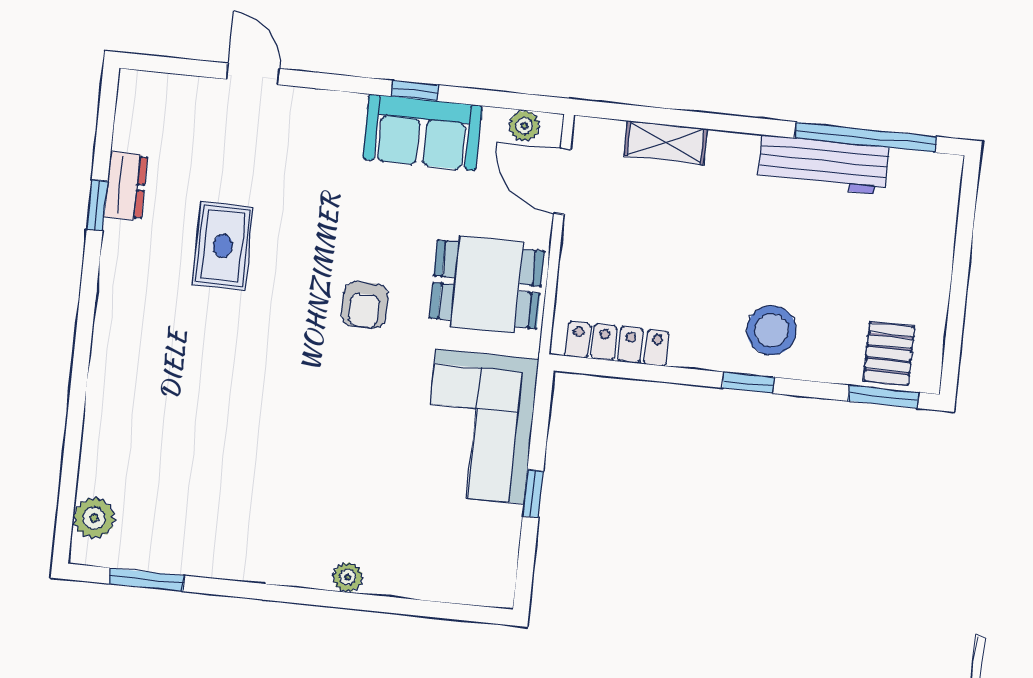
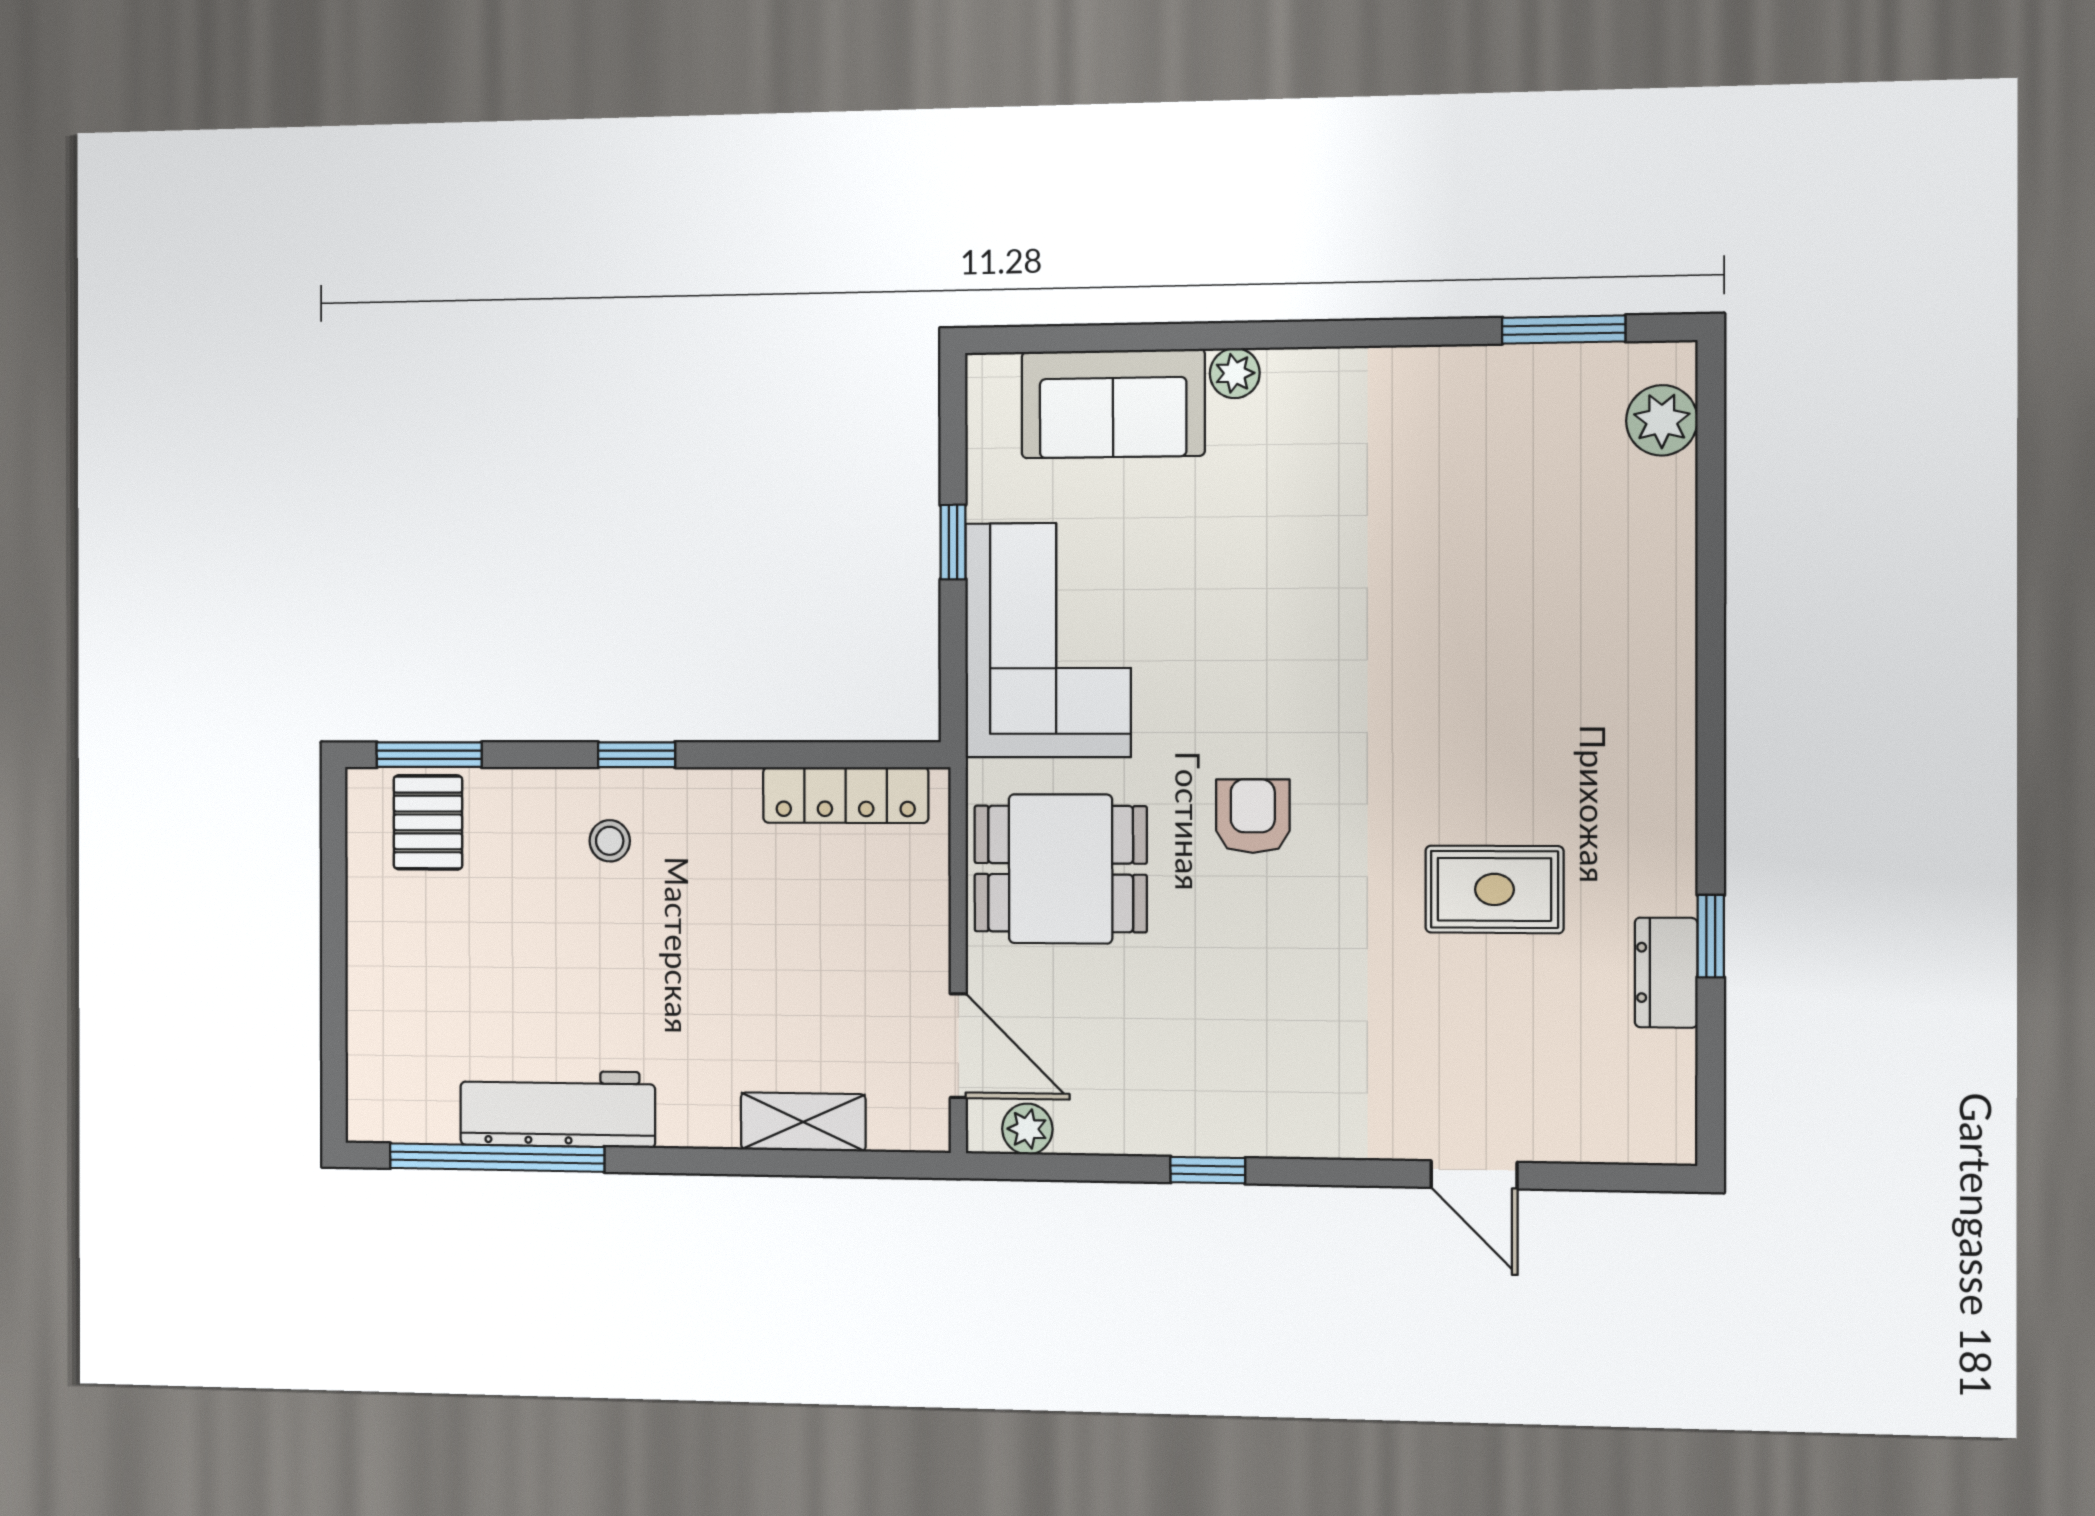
sofa: (422, 132) -> (1113, 404), moved, turned 180
rug: (223, 246) -> (1494, 889), turned 90
stool: (771, 330) -> (610, 841), width x0.53, depth x0.53

